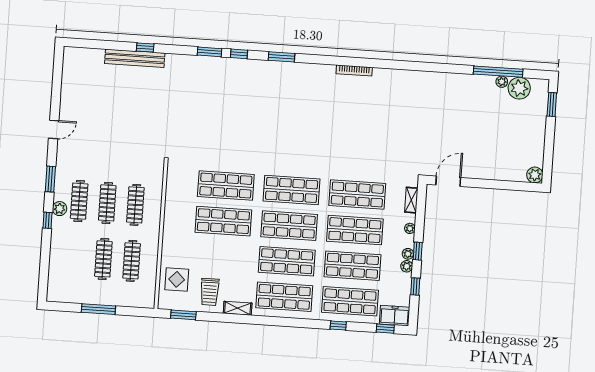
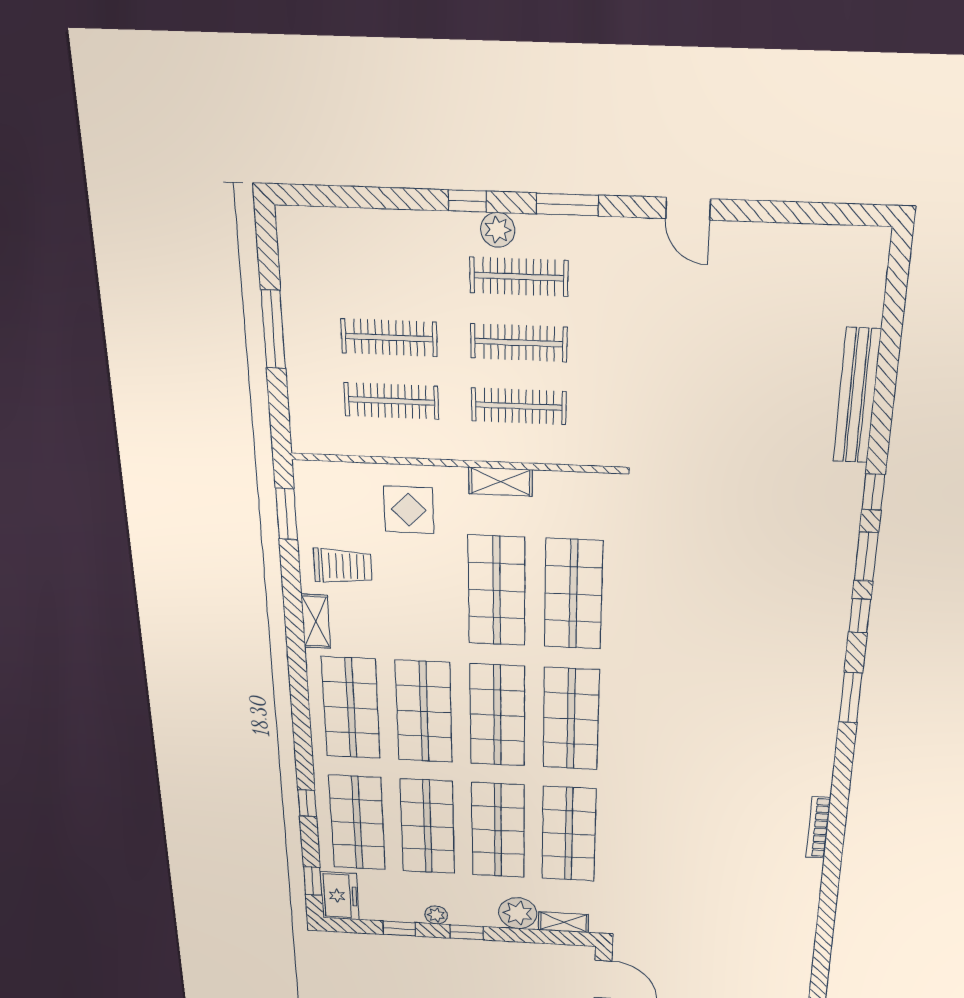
window: (145, 48) -> (873, 492), moved
shelving: (170, 215) -> (501, 482), added
plant: (410, 228) -> (518, 913), width x1.88, depth x1.88
plant: (408, 254) -> (460, 917), removed
display table: (177, 279) -> (409, 510), moved
trolley: (210, 292) -> (343, 566), turned 180

